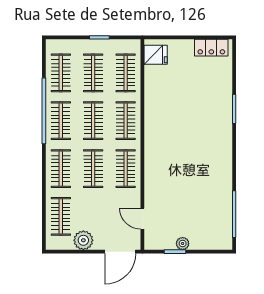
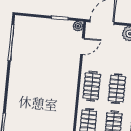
door: (142, 219) -> (82, 46), hinge flipped
plant: (183, 244) -> (78, 26), moved

